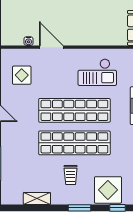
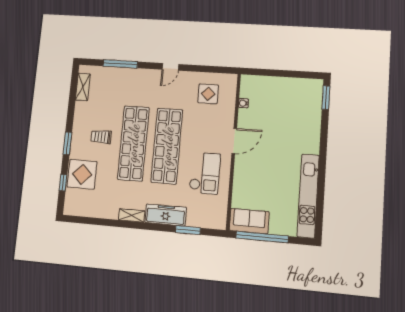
door: (51, 47) -> (234, 141), moved
checkout: (97, 72) -> (205, 173), turned 180
shelving: (37, 199) -> (83, 87), moved

